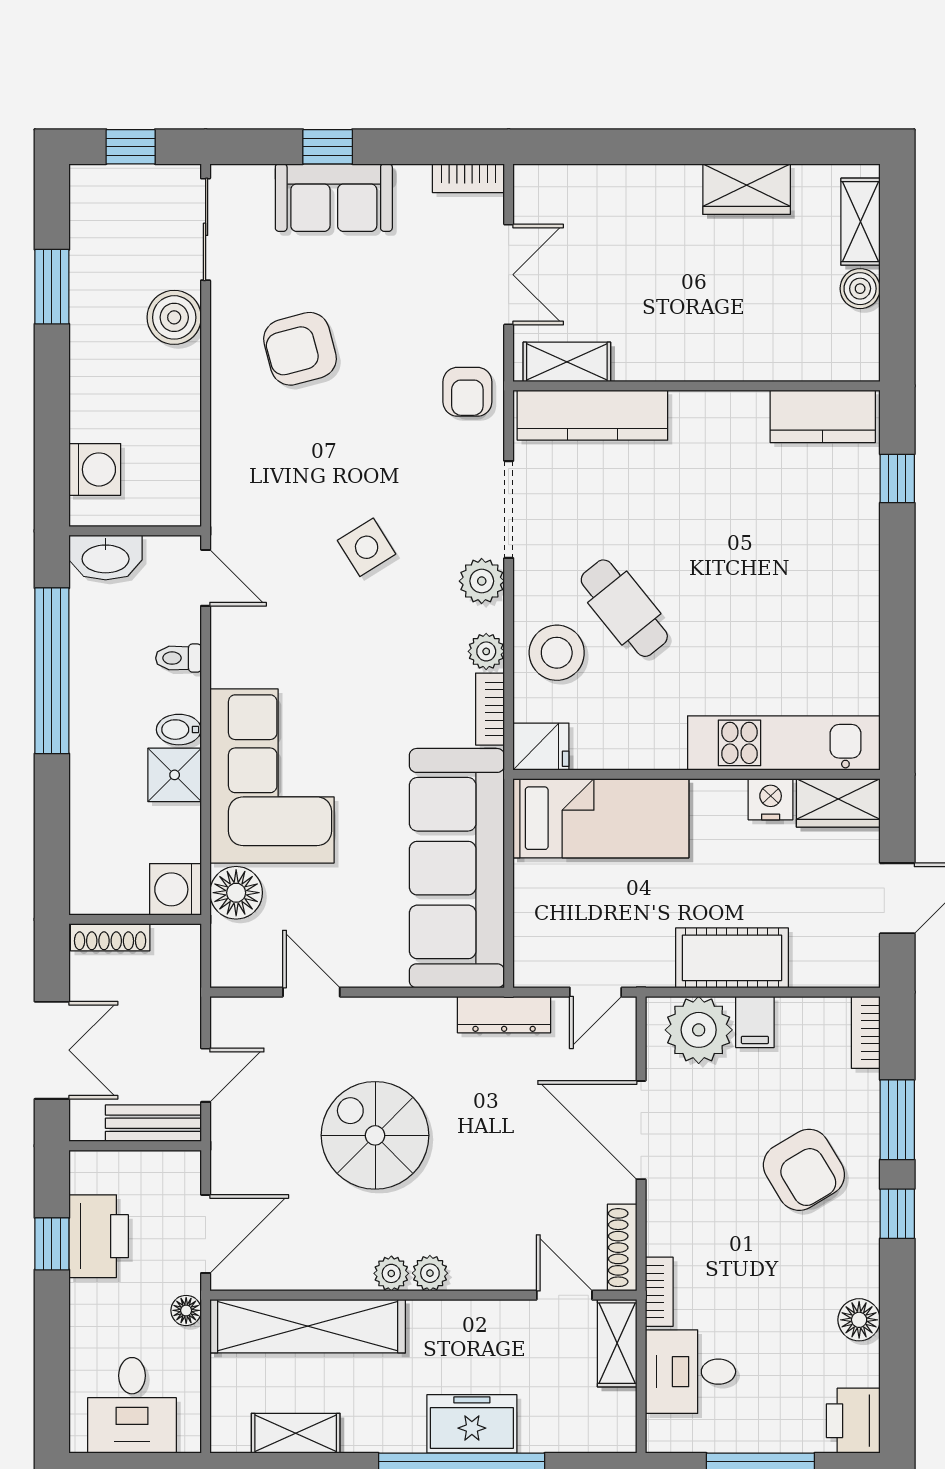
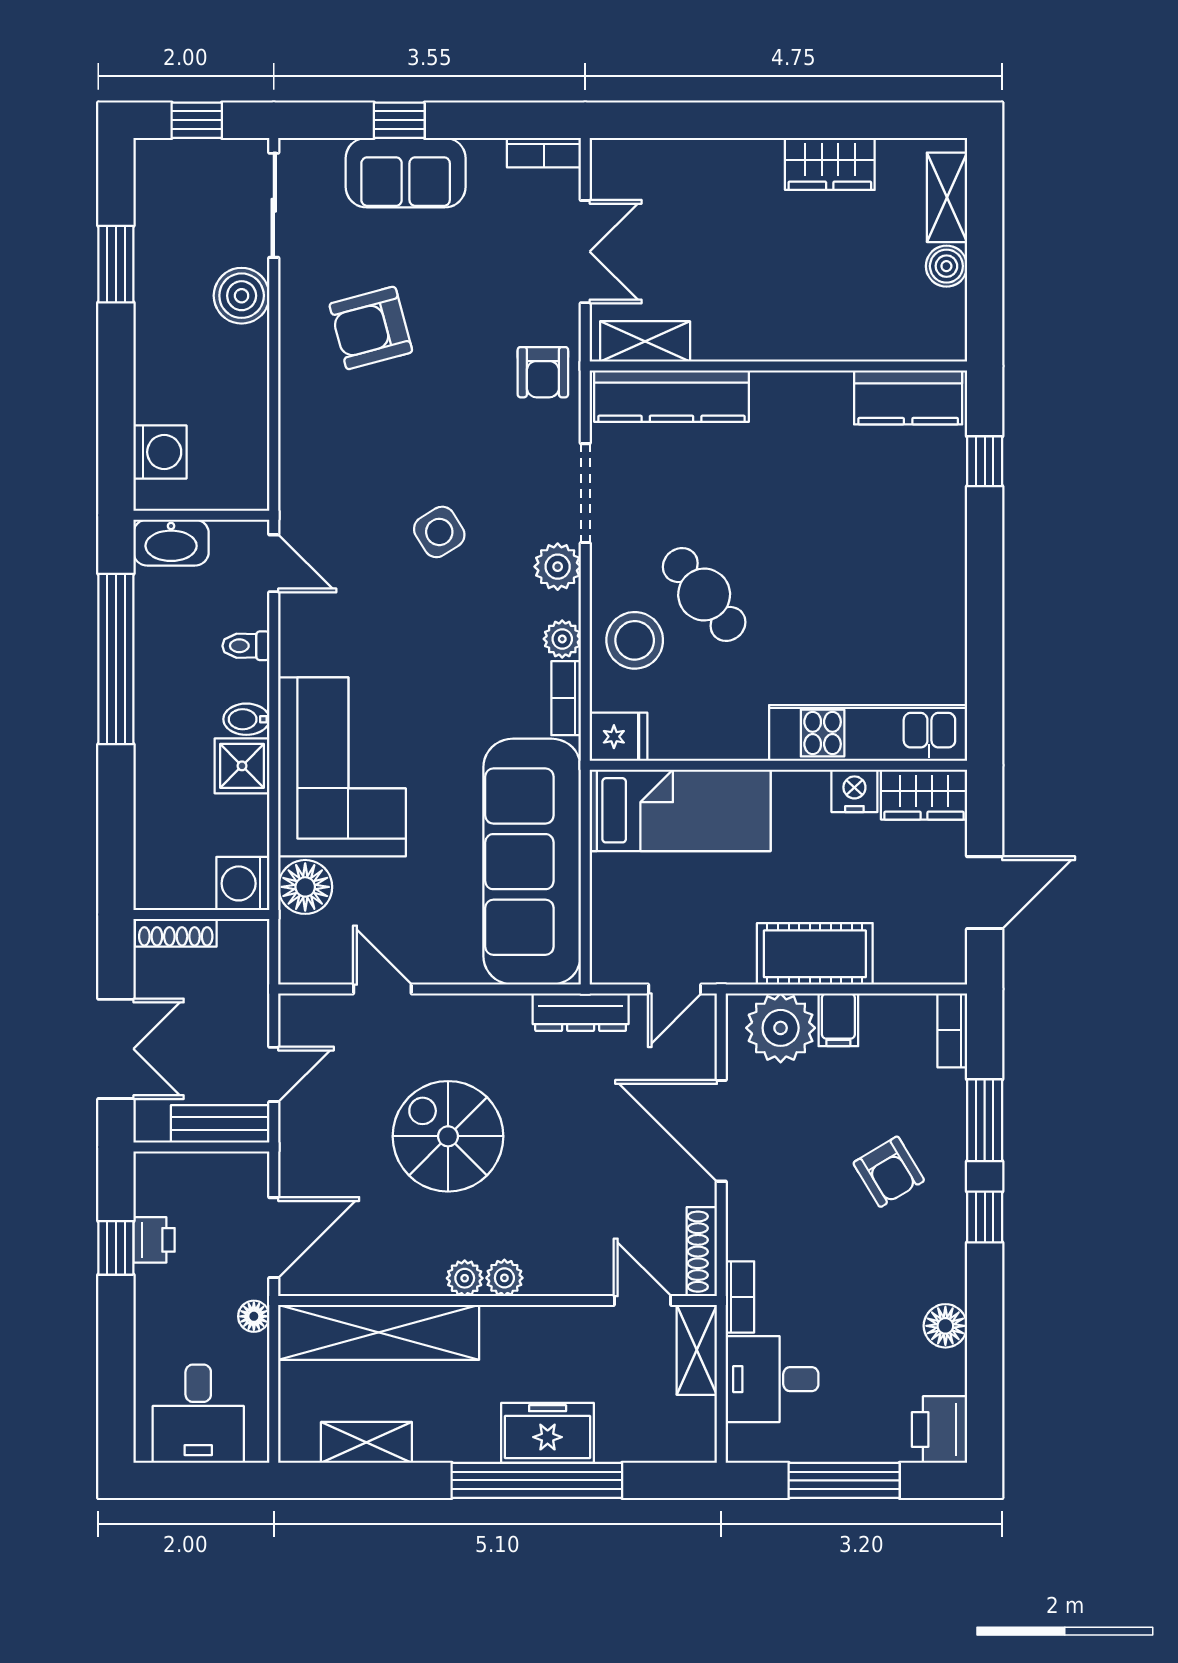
armchair: (804, 1170) -> (889, 1172), width x0.72, depth x0.72
printer: (99, 1236) -> (154, 1240), width x0.53, depth x0.68

